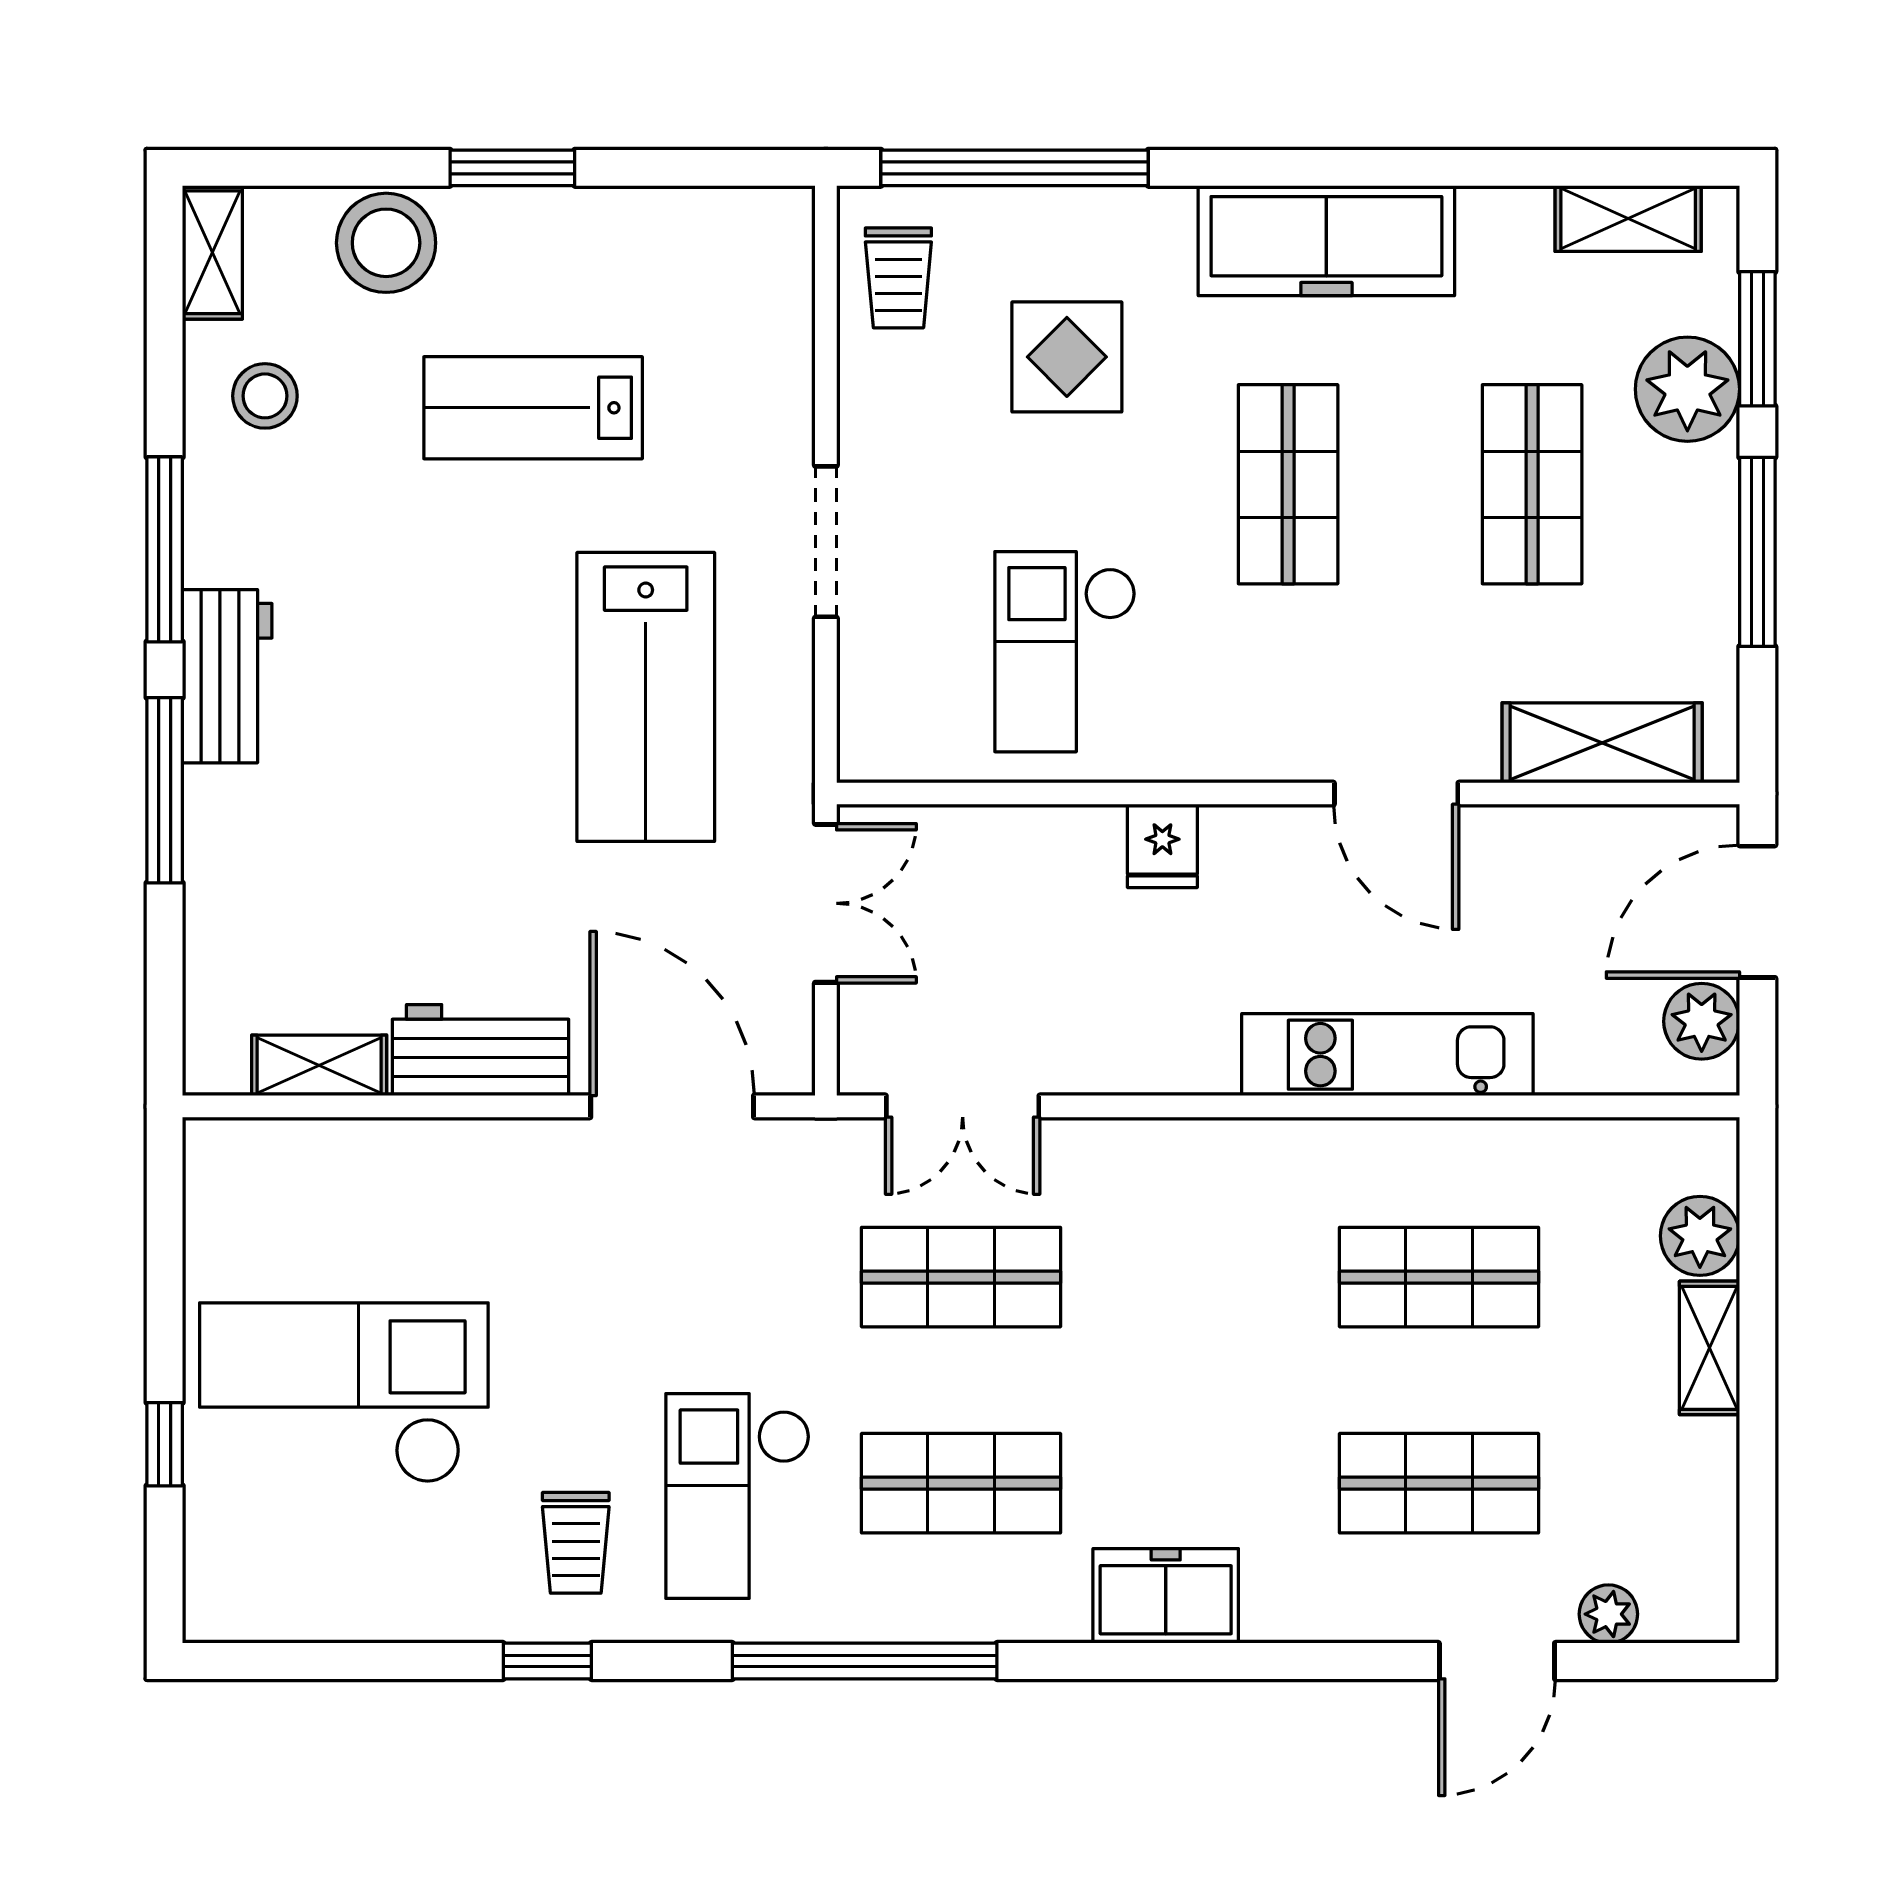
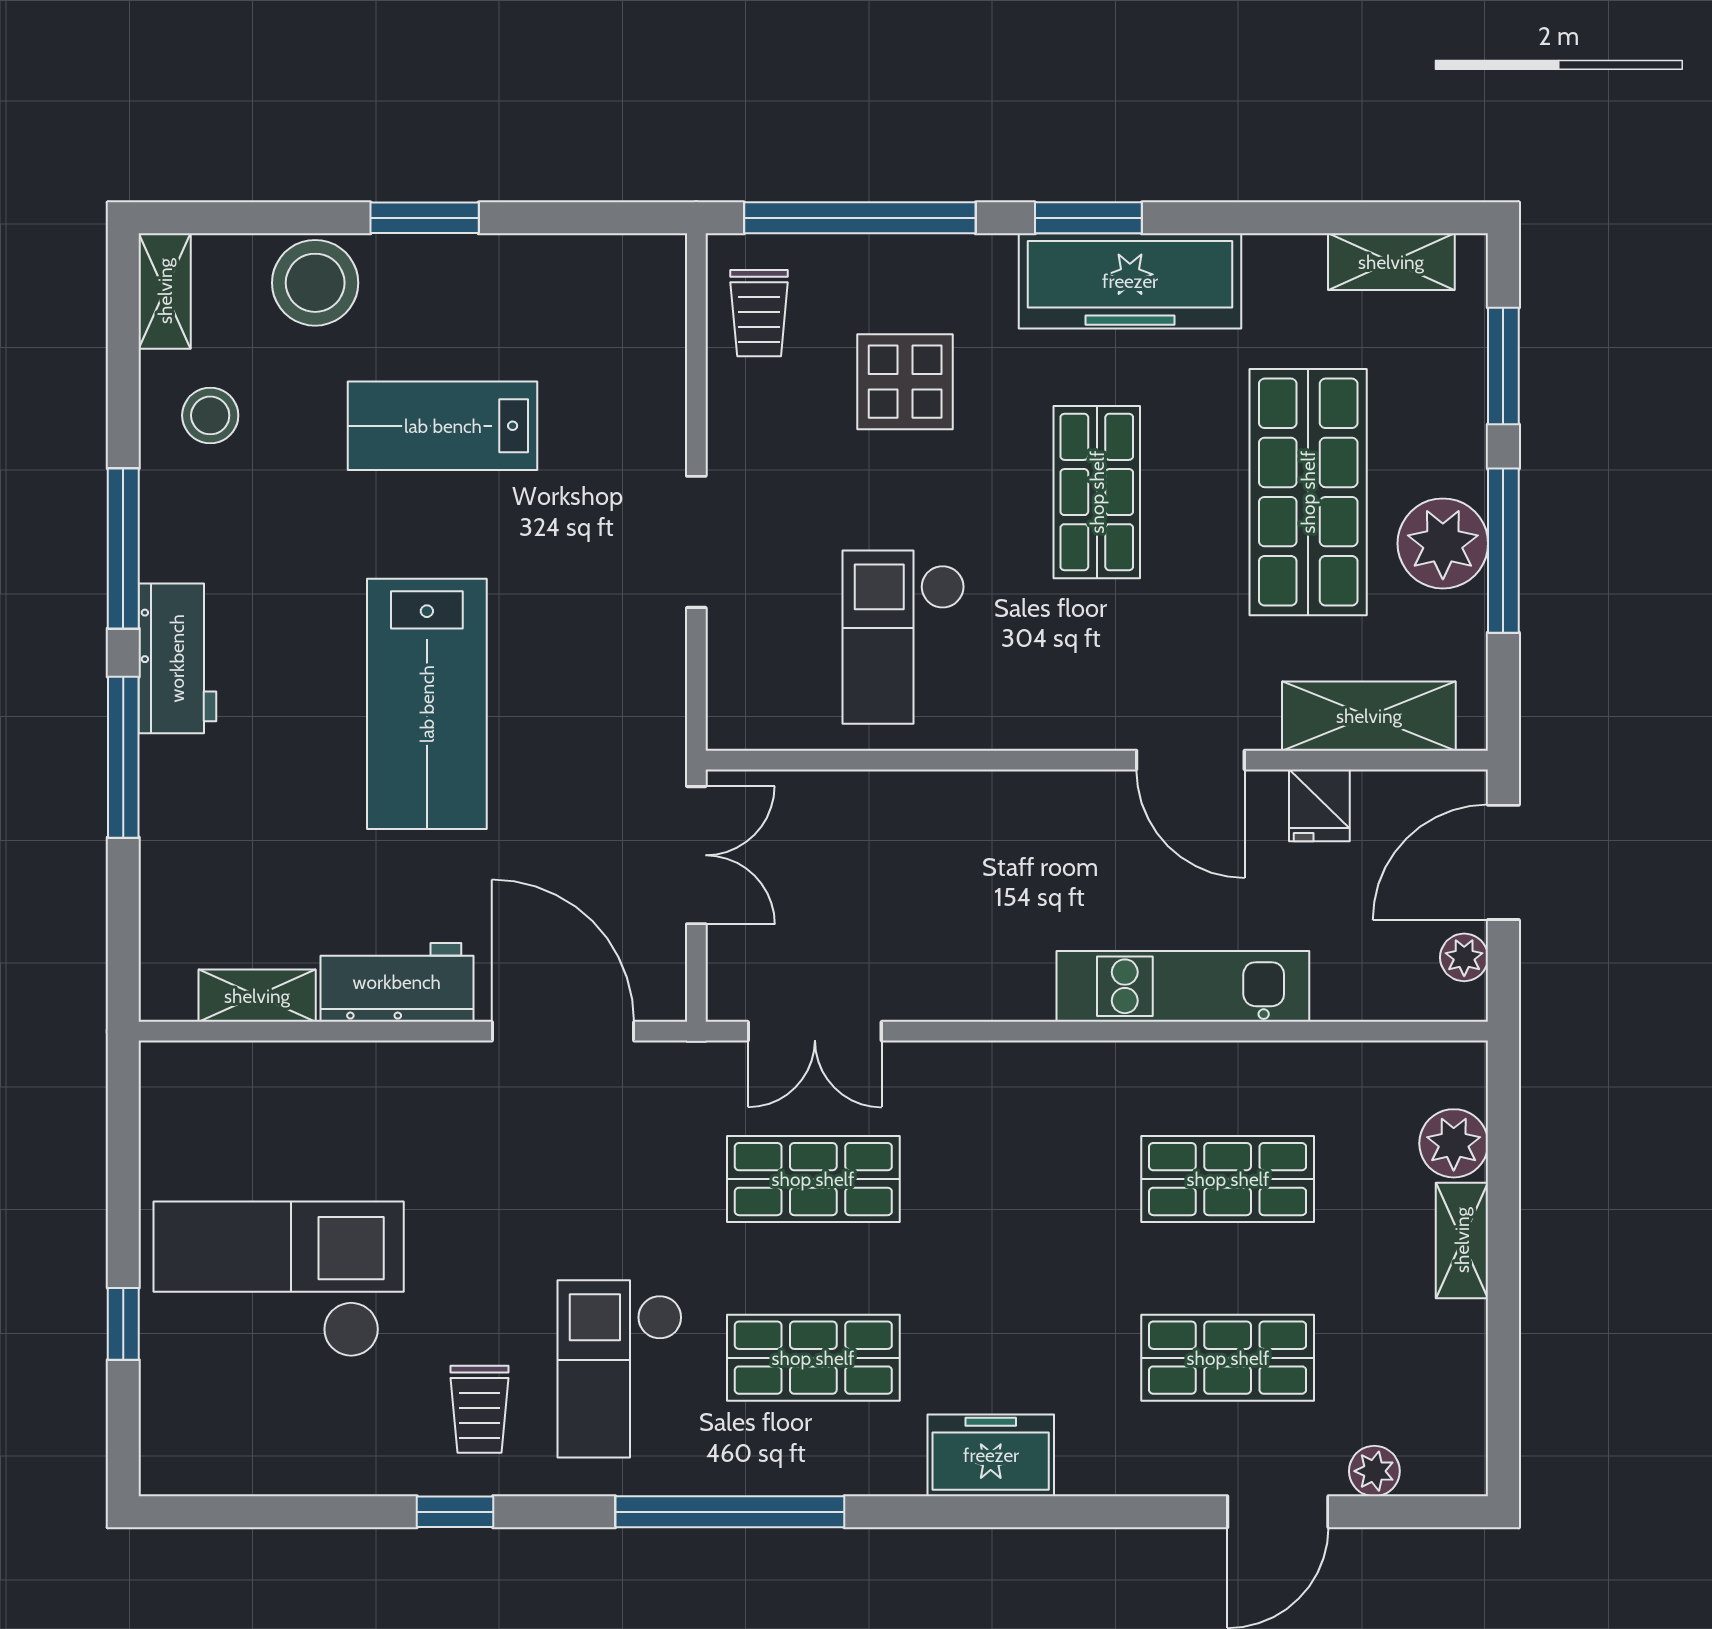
window: (1278, 168) -> (1088, 218), added
plant: (1687, 389) -> (1443, 543), moved
shop shelf: (1532, 484) -> (1308, 492), width x1.43, depth x1.36
lab bench: (646, 697) -> (427, 704), moved
fridge: (1162, 846) -> (1319, 805), moved
plant: (1702, 1021) -> (1464, 957), width x0.73, depth x0.73

